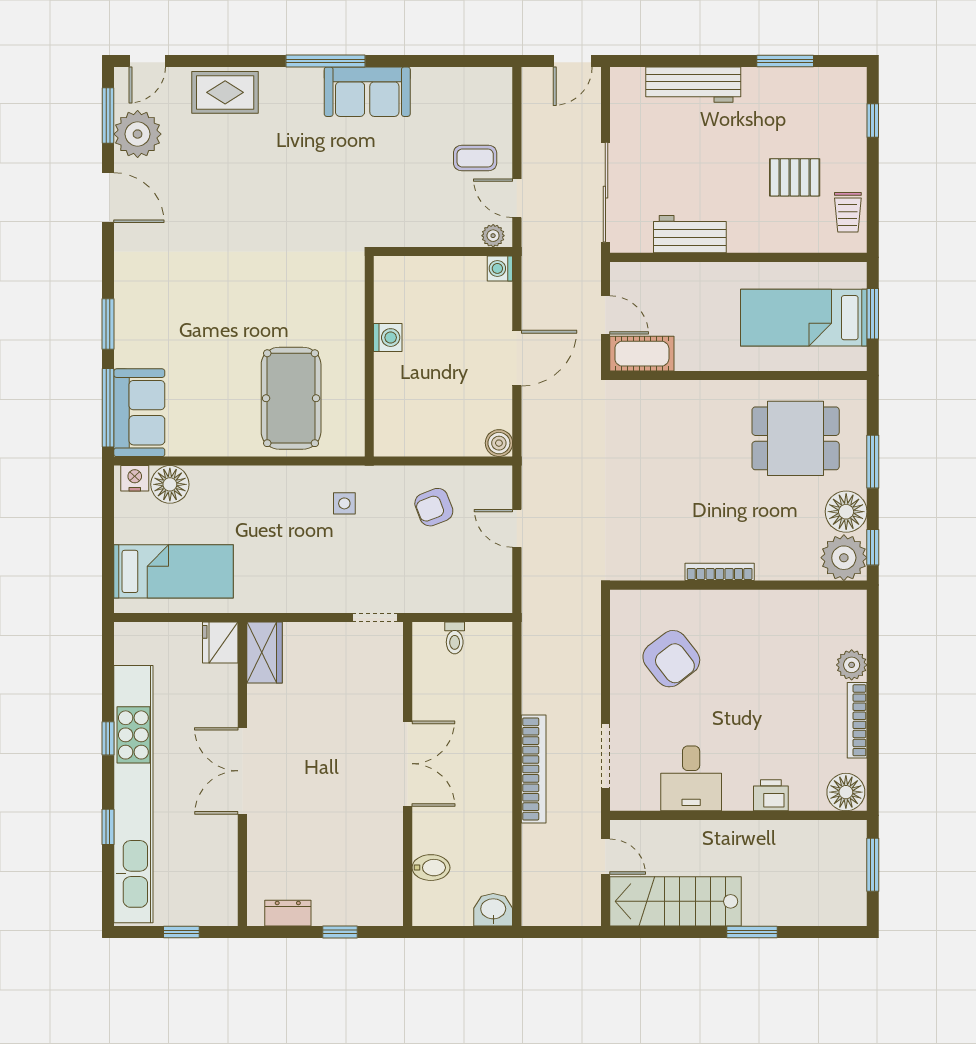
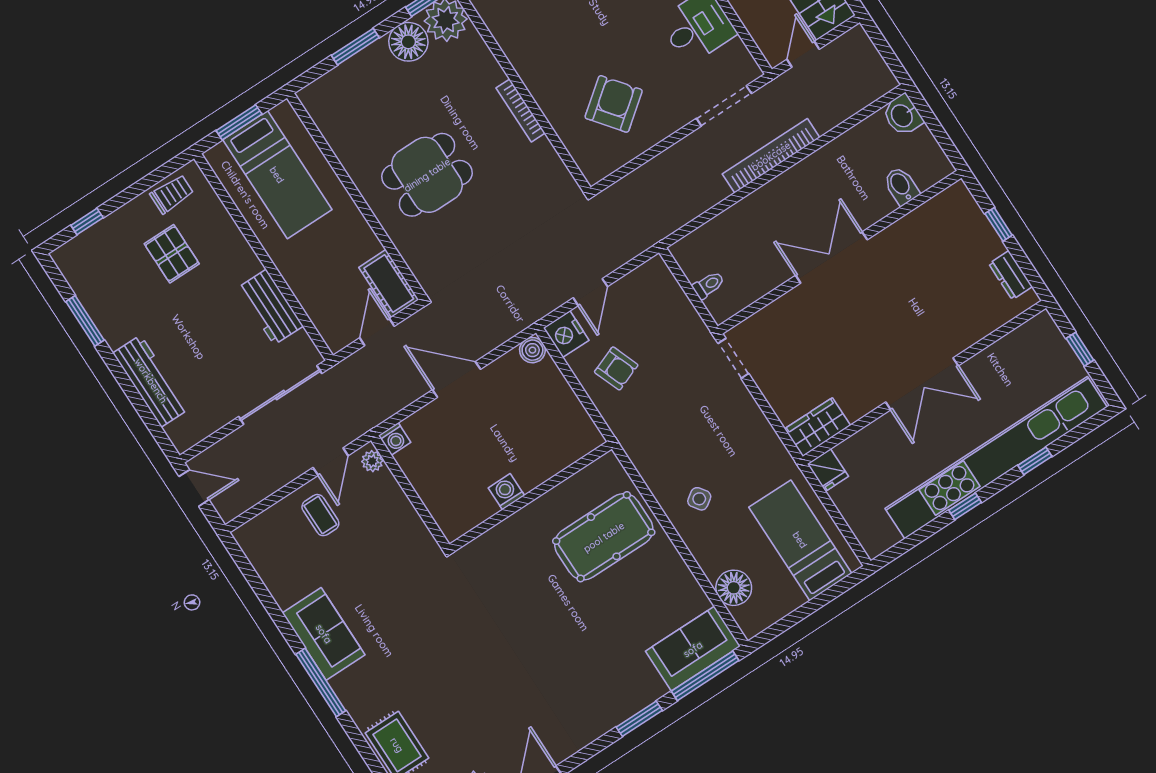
dining table: (796, 438) -> (427, 175), moved, turned 90
nightstand: (135, 478) -> (566, 334), moved, width x1.36, depth x1.33
side table: (344, 503) -> (699, 499), moved, turned -35
fridge: (220, 643) -> (828, 470), width x0.72

